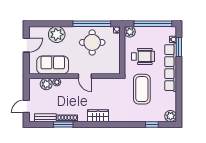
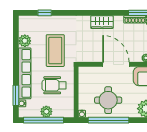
plant: (130, 32) -> (46, 112), moved
door: (85, 76) -> (116, 64), width x1.87
plant: (171, 116) -> (25, 41), moved

